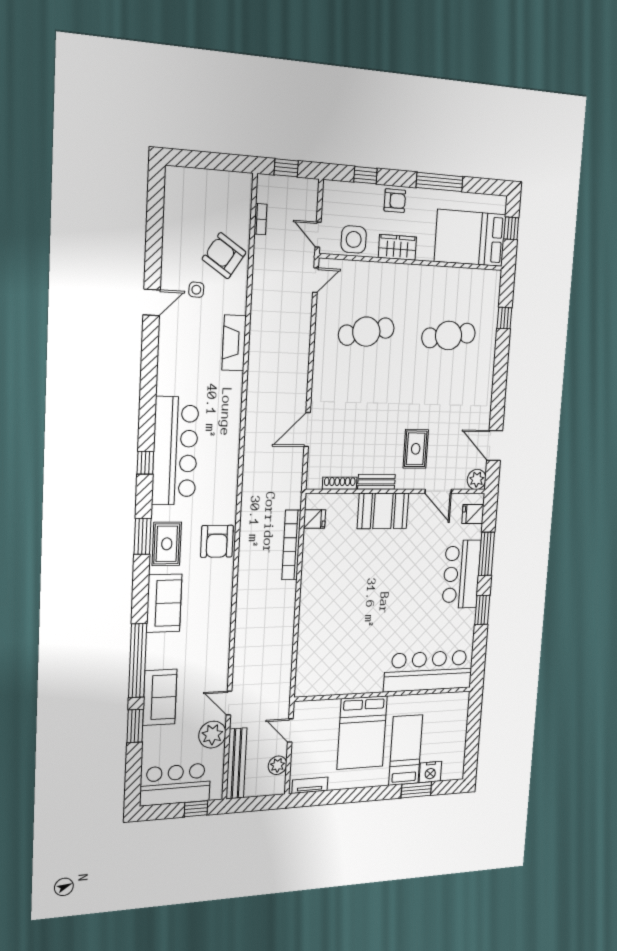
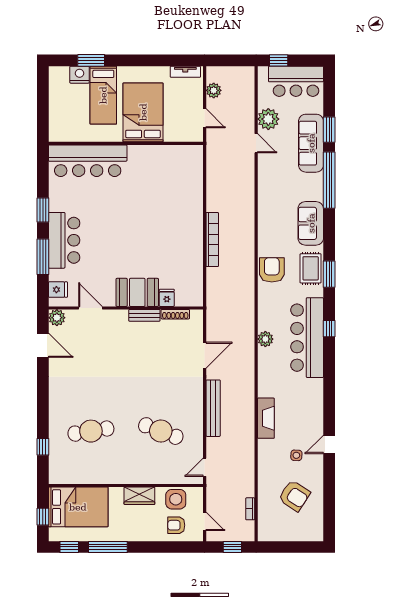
window: (365, 175) -> (69, 547), moved
armchair: (395, 201) -> (176, 525), moved
door: (318, 235) -> (205, 521), moved
armchair: (224, 256) -> (294, 496), moved
cafe table: (366, 332) -> (161, 431), turned 33
rug: (416, 449) -> (113, 342), removed
plant: (230, 450) -> (265, 339), added
fridge: (314, 519) -> (167, 298), moved, turned 90
bookcase: (291, 545) -> (212, 240), moved
sofa: (160, 697) -> (311, 143), width x1.36
bench: (236, 763) -> (213, 408), moved

